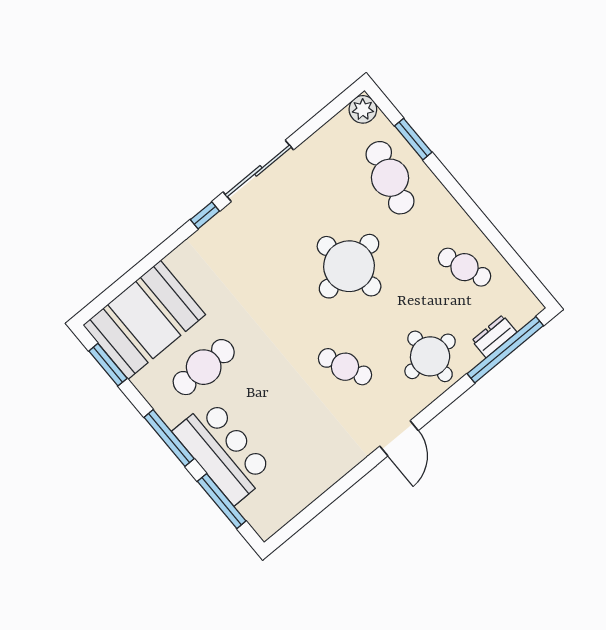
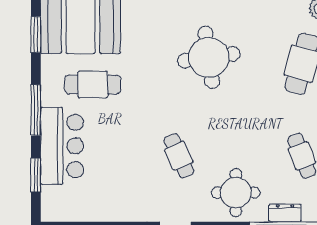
round table: (349, 266) -> (209, 57), moved
window: (222, 501) -> (36, 175), width x0.69

